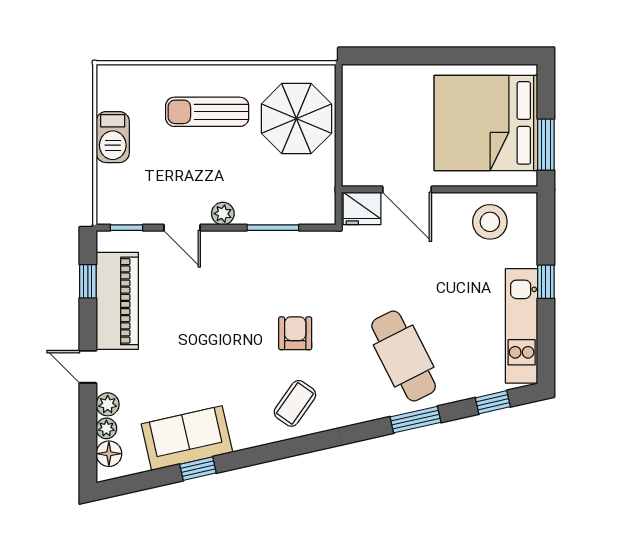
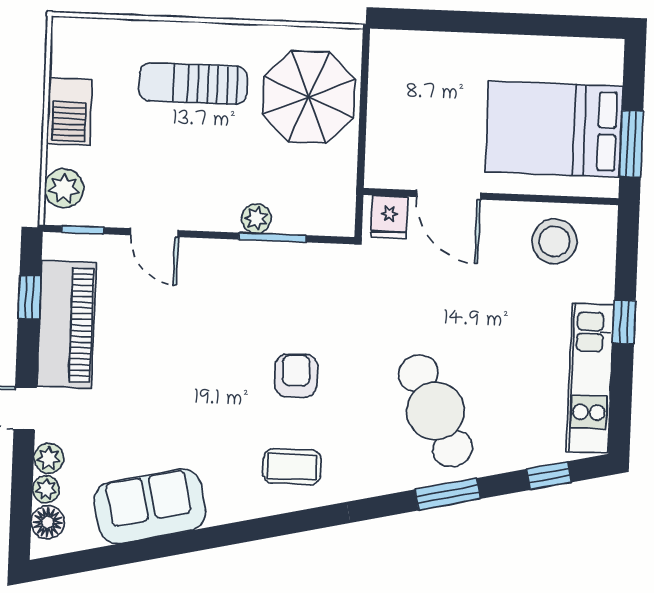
bed: (486, 123) -> (554, 129), width x0.73
plant: (111, 196) -> (64, 188), added
fridge: (362, 208) -> (389, 217), width x0.72
plant: (223, 214) -> (256, 219), moved
coffee table: (295, 403) -> (292, 467), turned 55
window: (198, 469) -> (163, 546), removed

